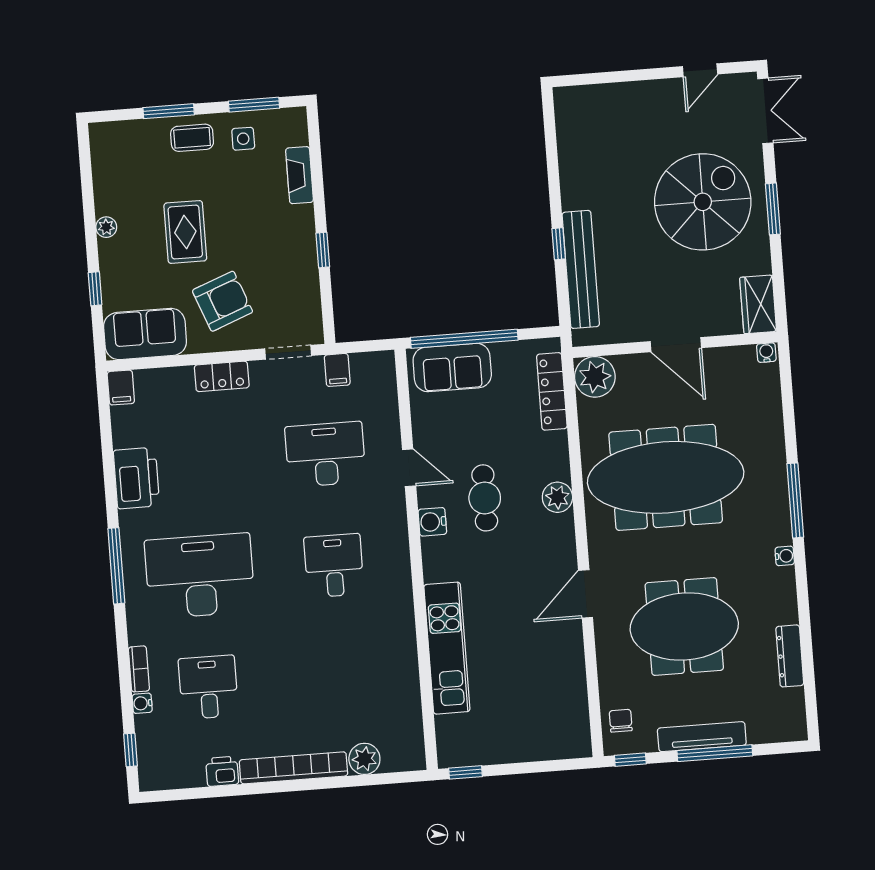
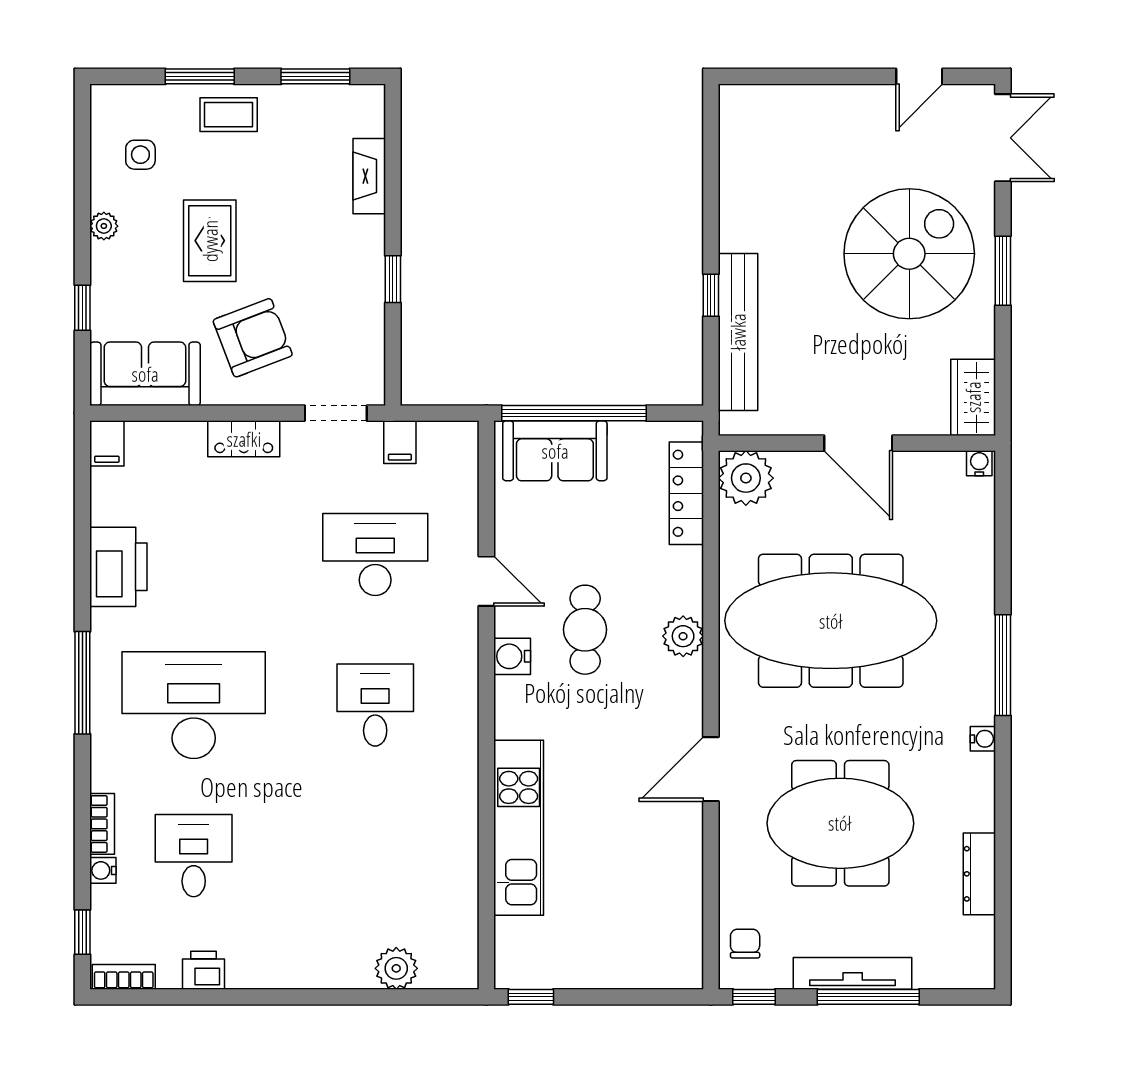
side table: (243, 139) -> (140, 155), moved
bookcase: (293, 768) -> (124, 977), moved, width x0.43, depth x0.76

